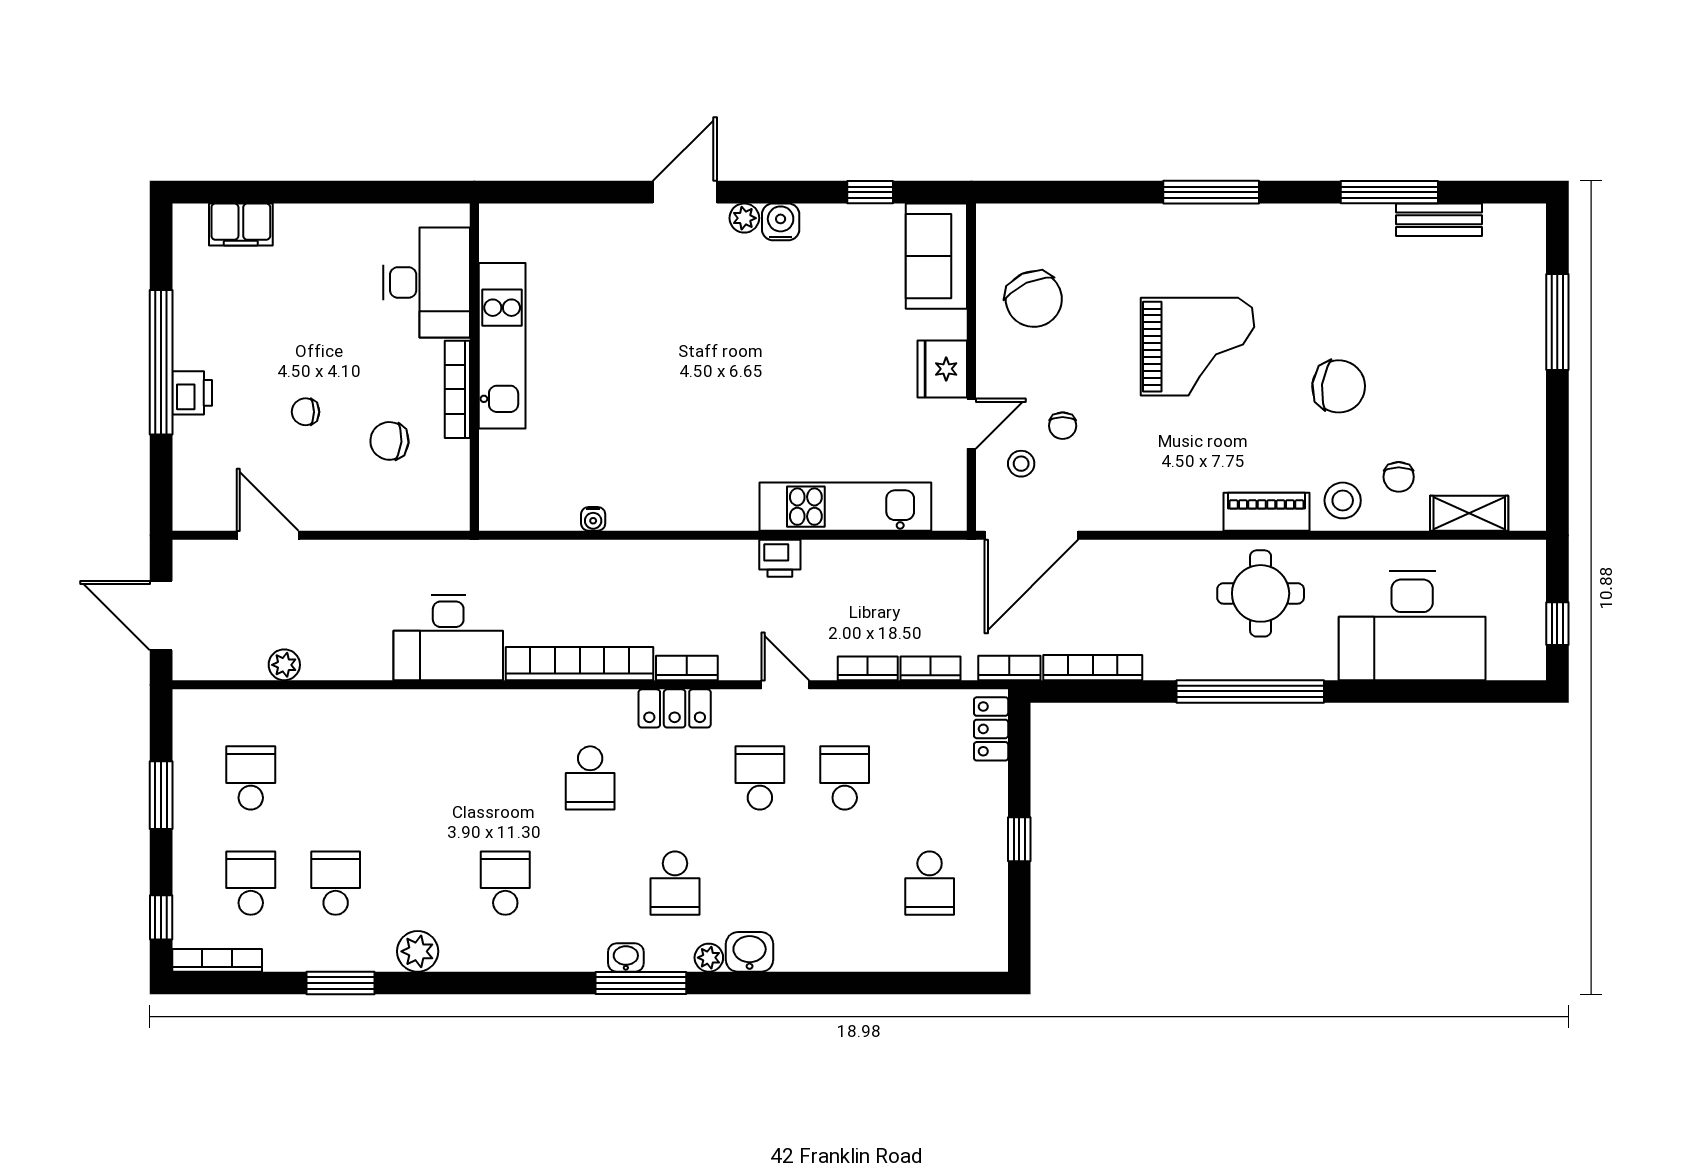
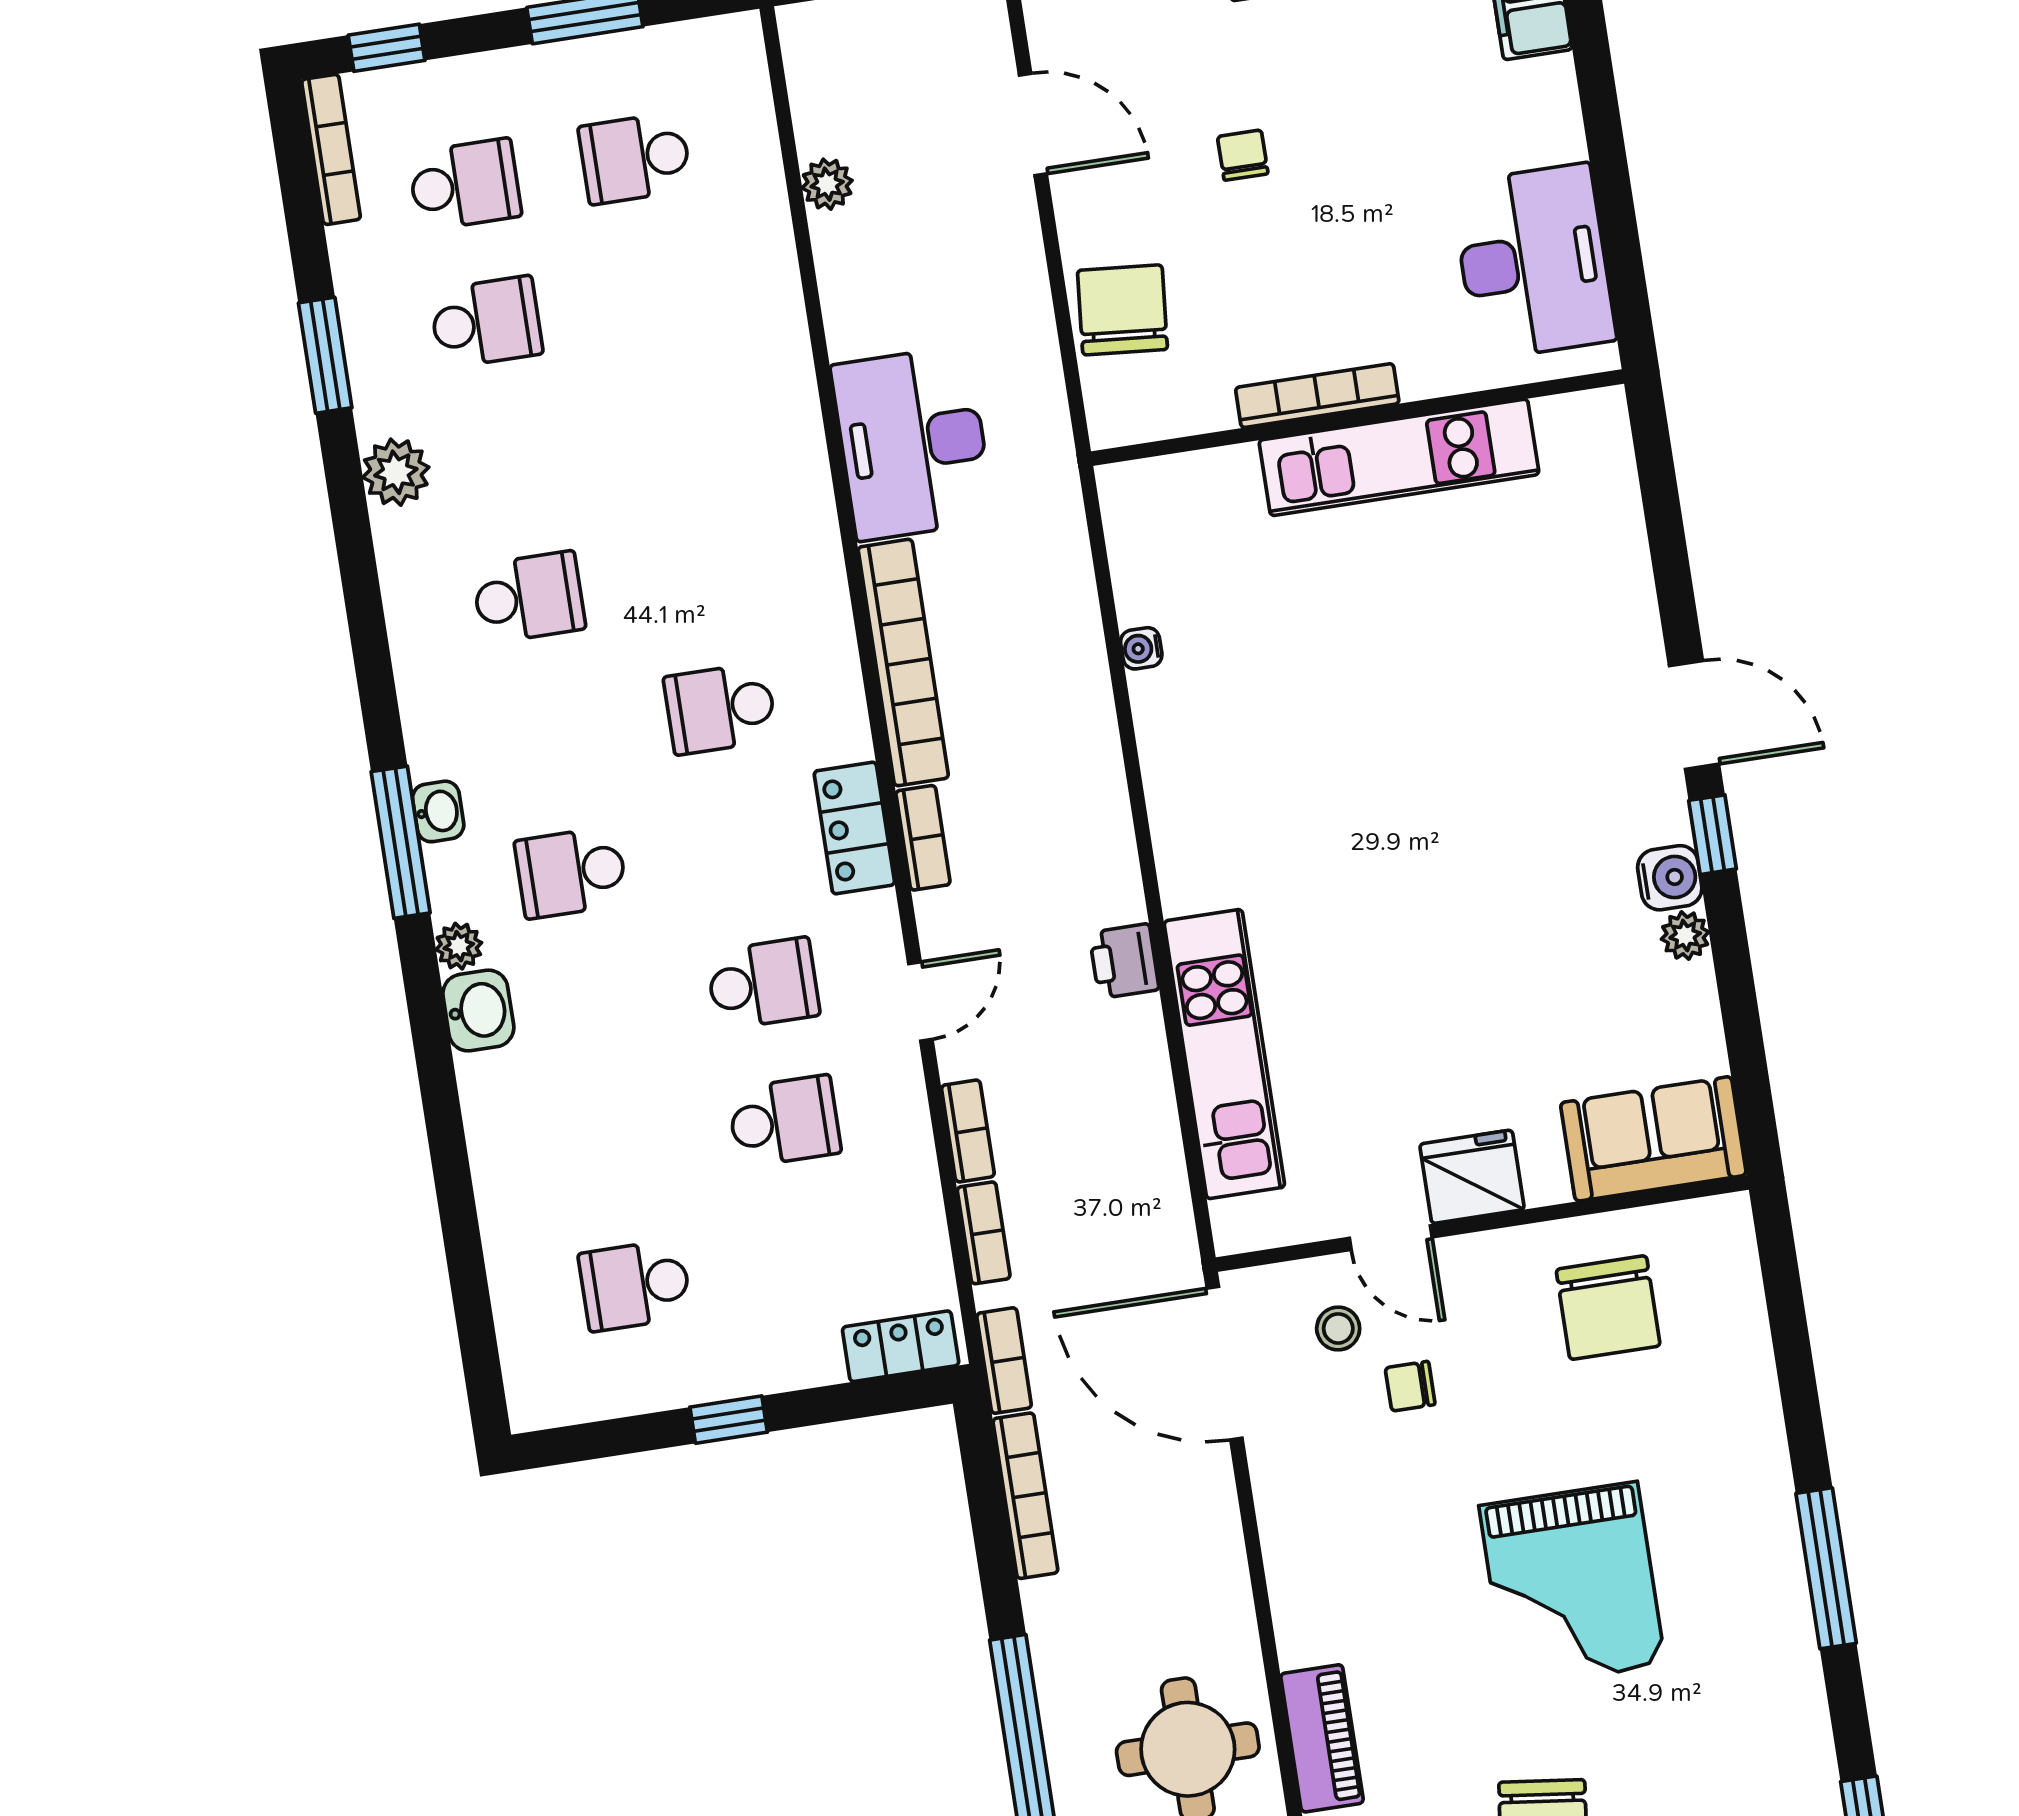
window: (870, 192) -> (1713, 835), moved
plant: (744, 218) -> (1685, 936), moved
desk: (427, 282) -> (1533, 262), moved, turned -90
chair: (1034, 299) -> (1608, 1308), turned -66
chair: (389, 441) -> (1122, 310), moved, width x1.37, depth x1.37
door: (268, 535) -> (1033, 125), hinge flipped
school desk: (251, 778) -> (635, 158), turned 180

